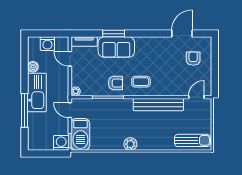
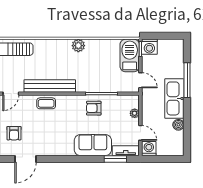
window: (114, 34) -> (115, 159), moved
washing machine: (47, 44) -> (149, 149), moved
coffee table: (141, 82) -> (46, 103), moved
plant: (76, 91) -> (135, 113), moved

